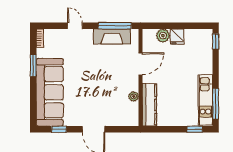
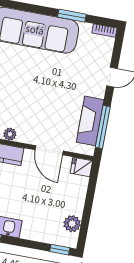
plant: (163, 36) -> (72, 224), moved
fridge: (177, 37) -> (81, 167), moved

